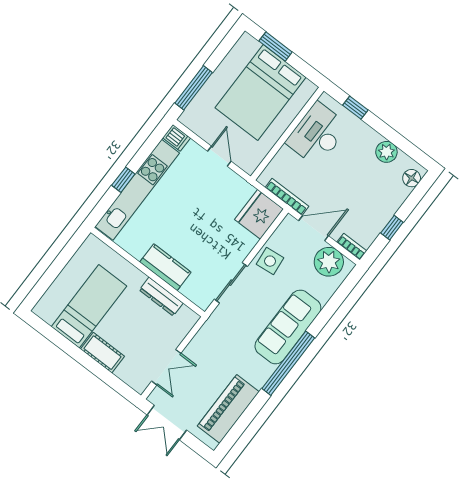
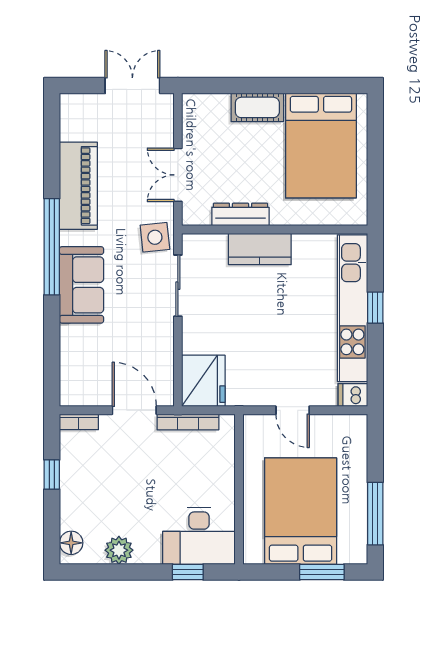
window: (194, 88) -> (375, 514), moved
desk: (317, 134) -> (199, 536), moved, turned 90
door: (314, 228) -> (134, 410), swing flipped
side table: (270, 261) -> (155, 237), moved
plant: (329, 262) -> (91, 387), removed
bed: (89, 306) -> (321, 146), width x1.50
sofa: (288, 327) -> (82, 285), width x0.73
double door: (166, 367) -> (178, 175), moved
piano: (228, 409) -> (78, 186), moved

